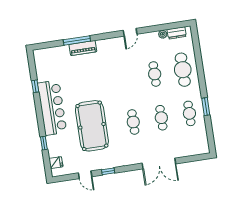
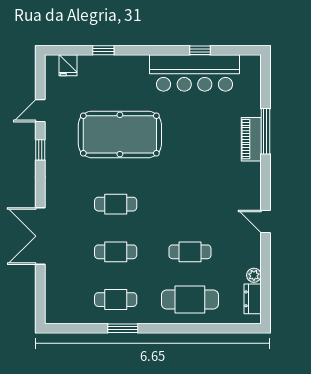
bar counter: (52, 108) -> (194, 73), moved

